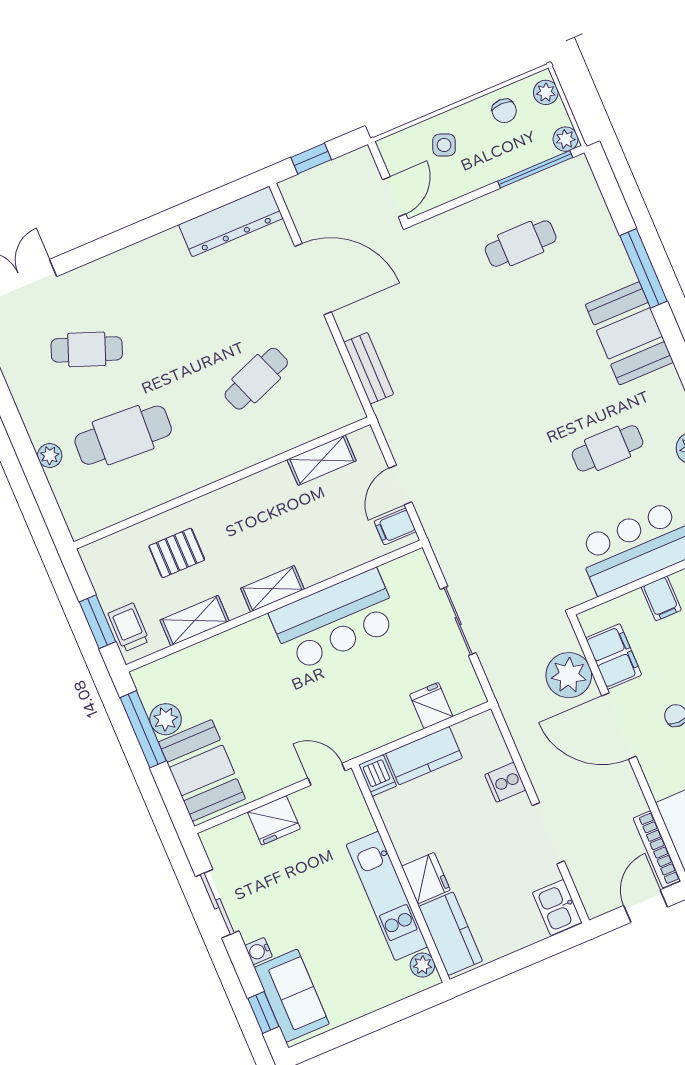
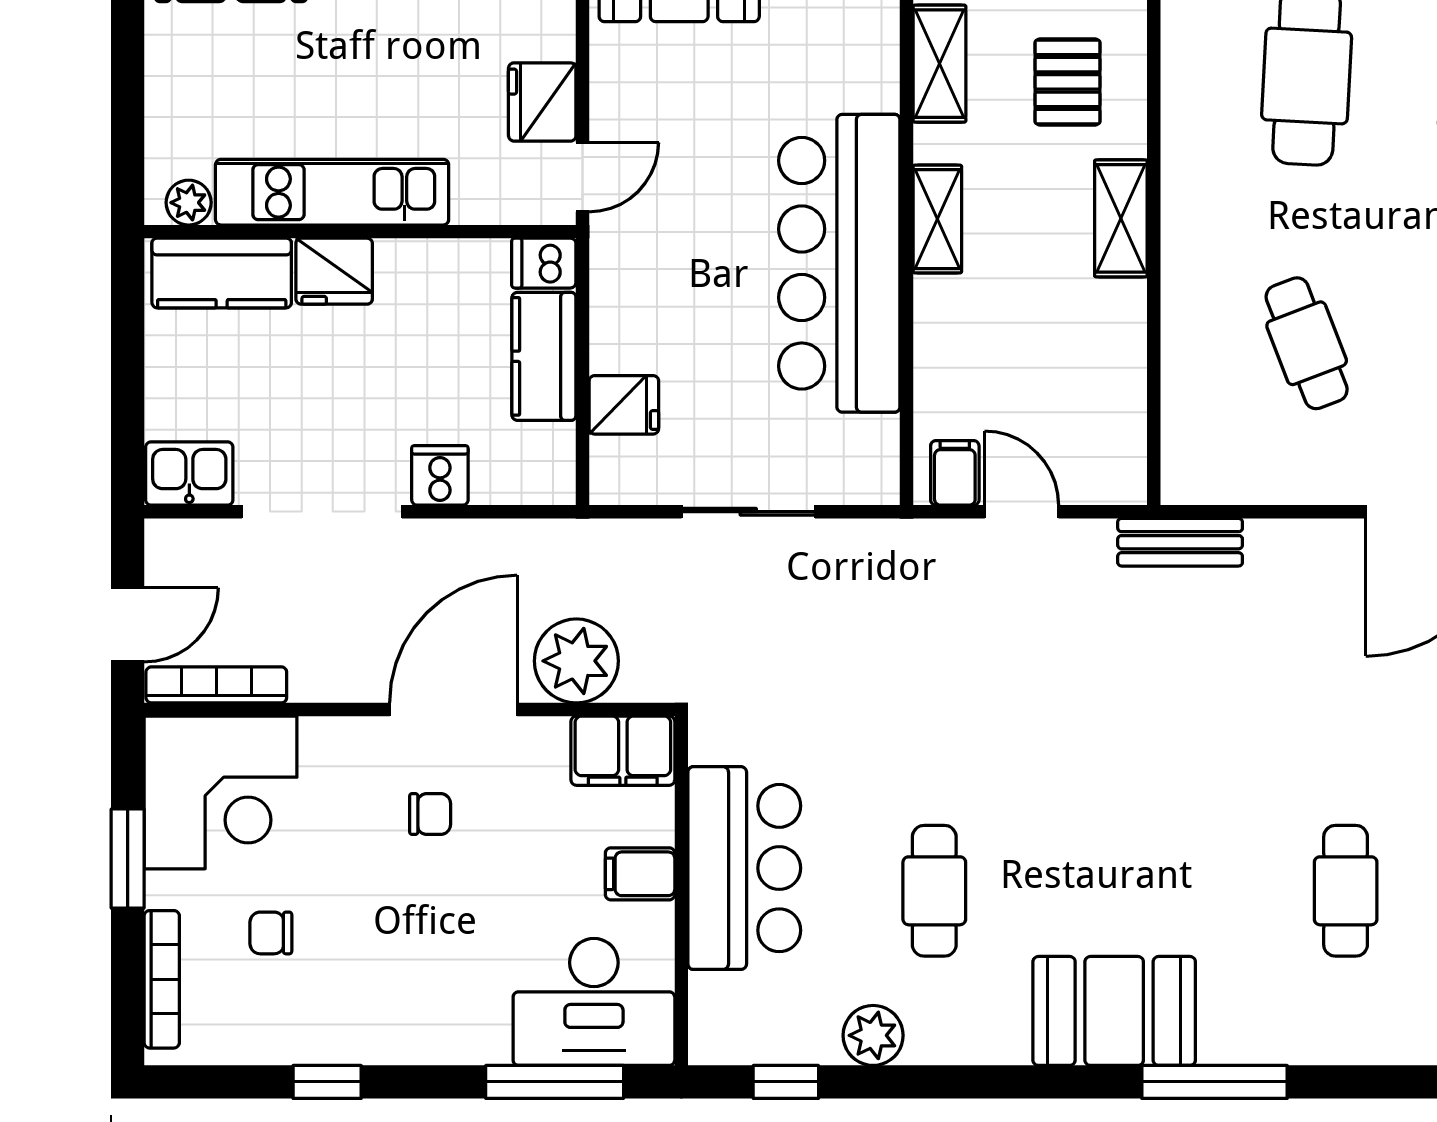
bench: (369, 368) -> (1180, 542), moved
shelving: (322, 460) -> (1121, 218), moved
bar counter: (335, 620) -> (839, 263), width x1.36
filing cabinet: (614, 656) -> (623, 751), moved
fridge: (274, 820) -> (542, 102), moved
doorway: (548, 833) -> (322, 512), width x1.36
door: (646, 906) -> (128, 625), hinge flipped

